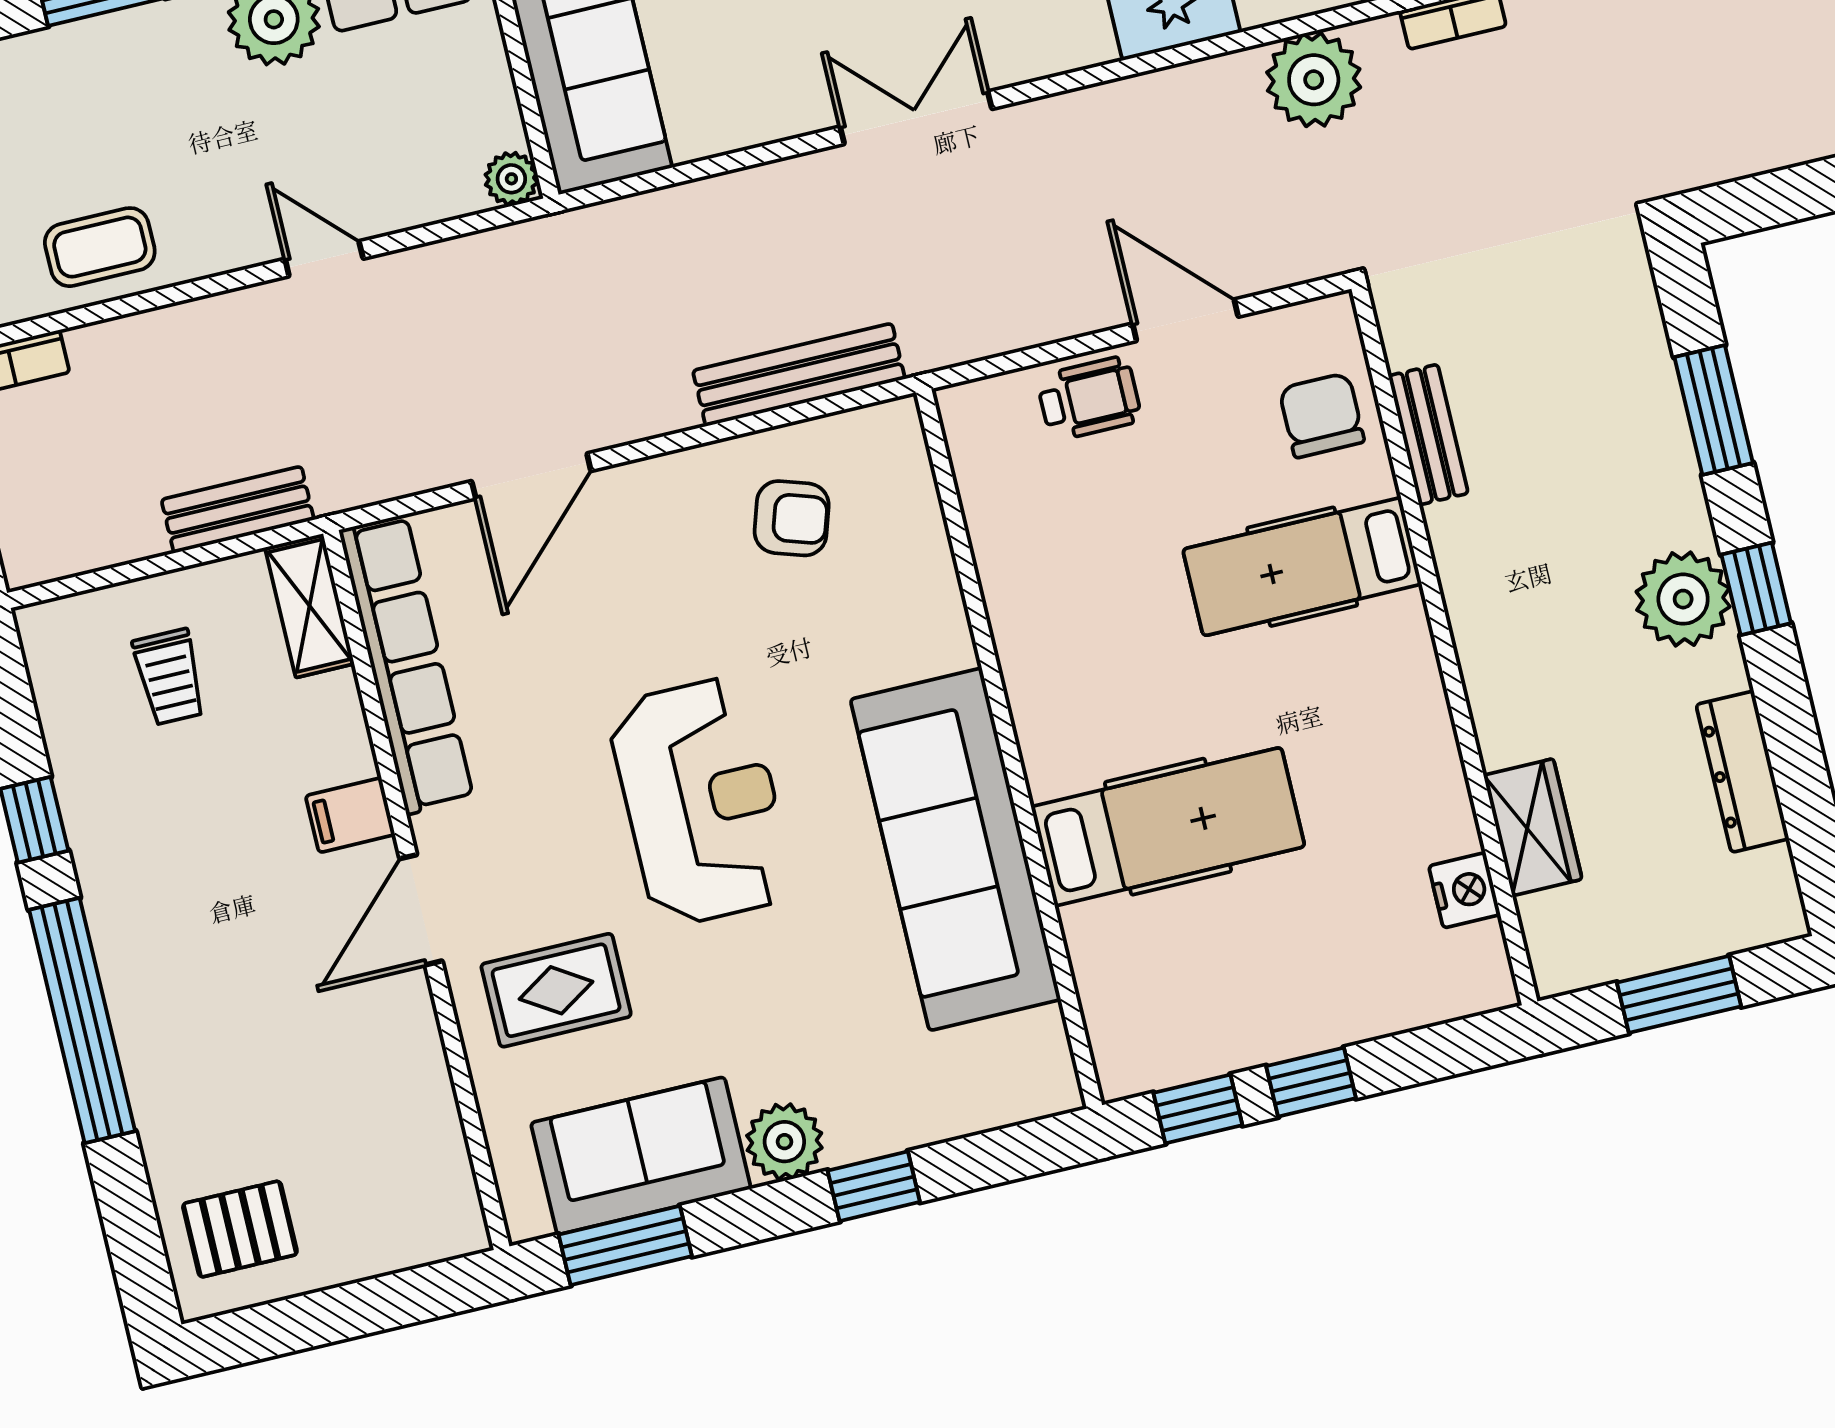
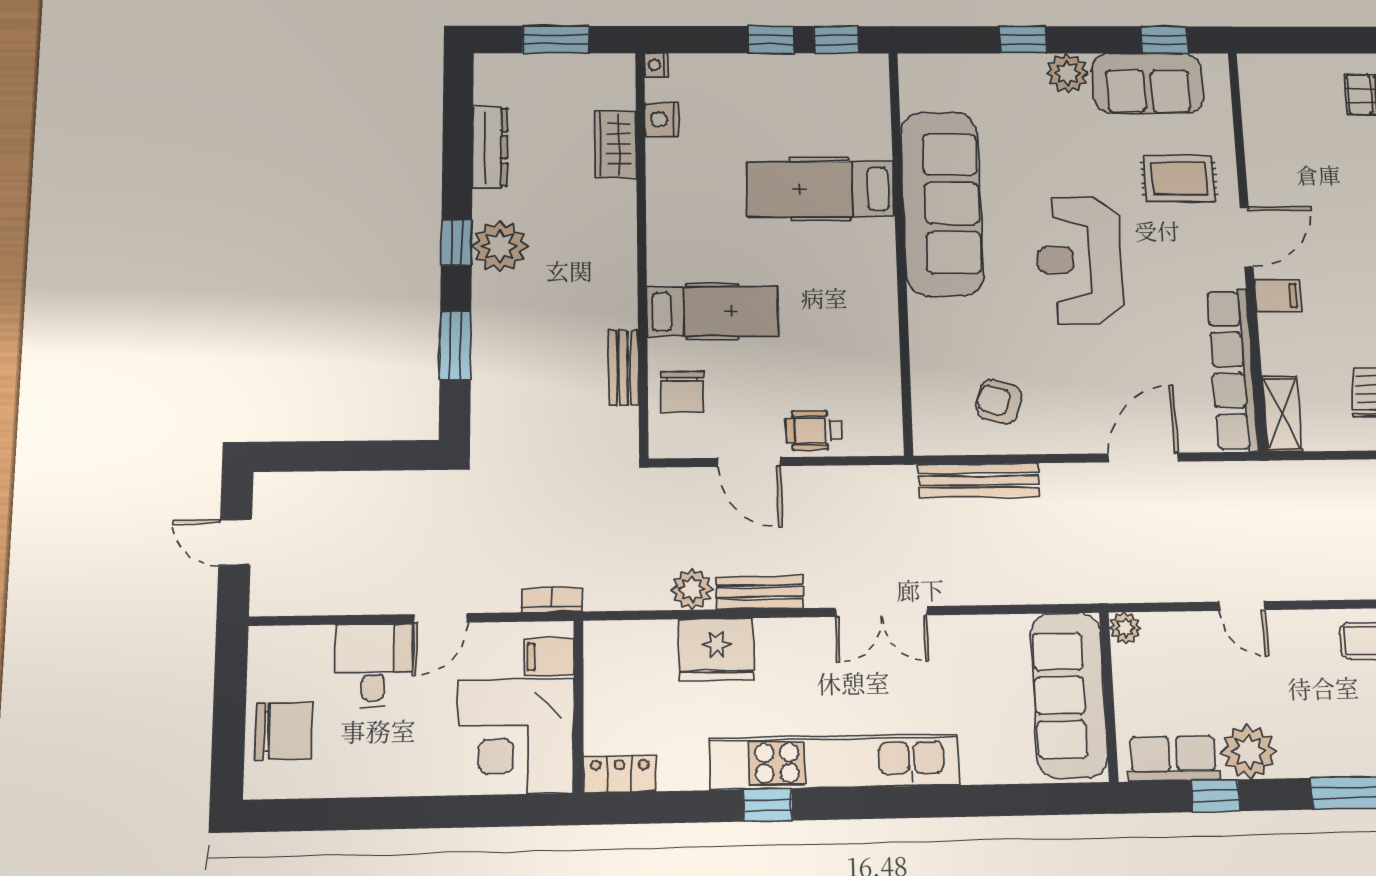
plant: (1314, 80) -> (692, 589), moved, width x0.73, depth x0.73
bench: (238, 510) -> (760, 592), moved
nightstand: (1497, 989) -> (656, 65), added
window: (625, 1245) -> (1165, 40), width x0.67

